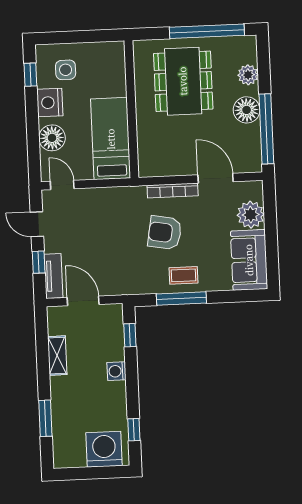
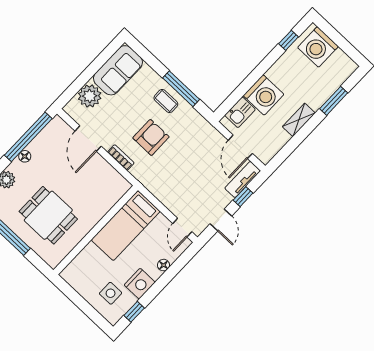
dining table: (183, 81) -> (48, 215), width x0.73
floor lamp: (247, 110) -> (25, 156), width x0.53, depth x0.53
floor lamp: (52, 138) -> (164, 265), width x0.53, depth x0.53
bookcase: (173, 190) -> (121, 158), width x0.64
armchair: (165, 233) -> (151, 137), turned -100
kitchen sink: (113, 329) -> (240, 112), added
window: (130, 335) -> (234, 98), removed
shelving: (57, 356) -> (299, 120), moved
washing machine: (117, 371) -> (264, 95), width x1.89, depth x1.89

